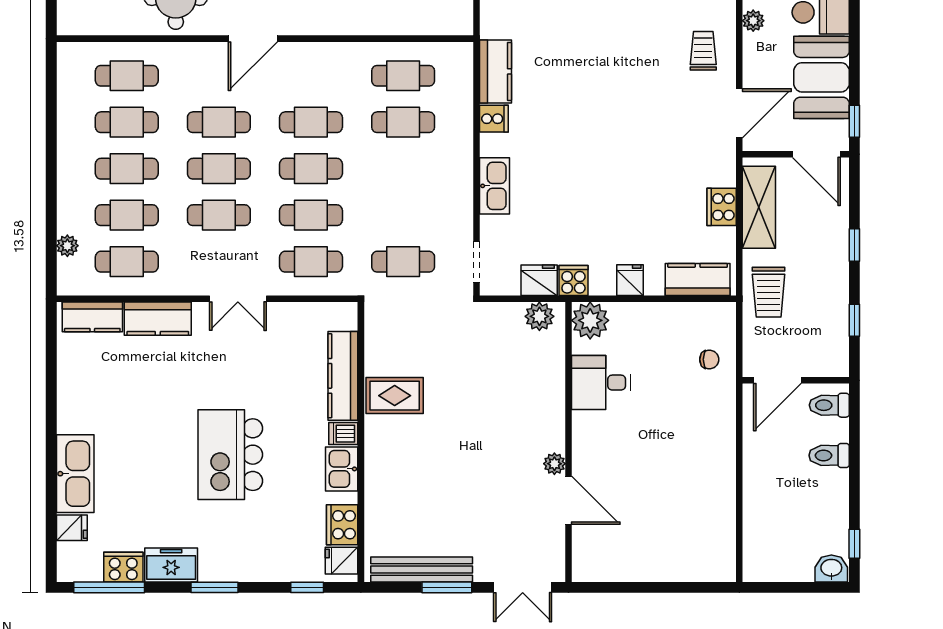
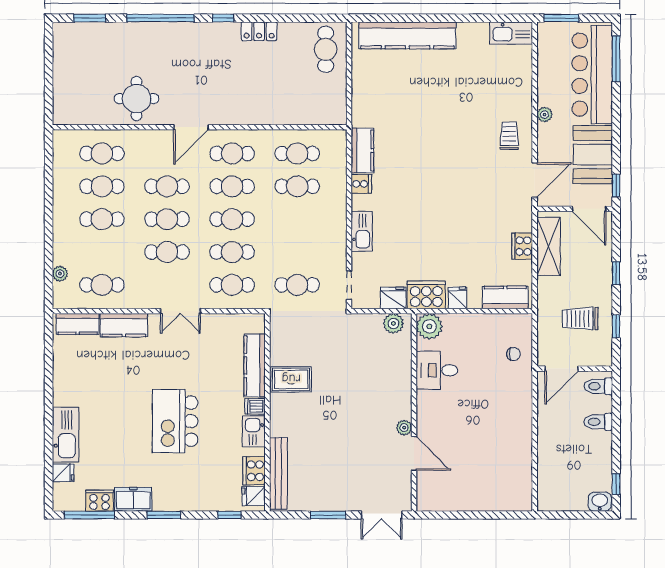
cafe table: (127, 215) -> (232, 153), moved
cooker: (573, 281) -> (426, 295), width x1.87, depth x1.31
trolley: (769, 292) -> (580, 319), moved, turned 90
bench: (422, 570) -> (278, 473), moved, turned 90

